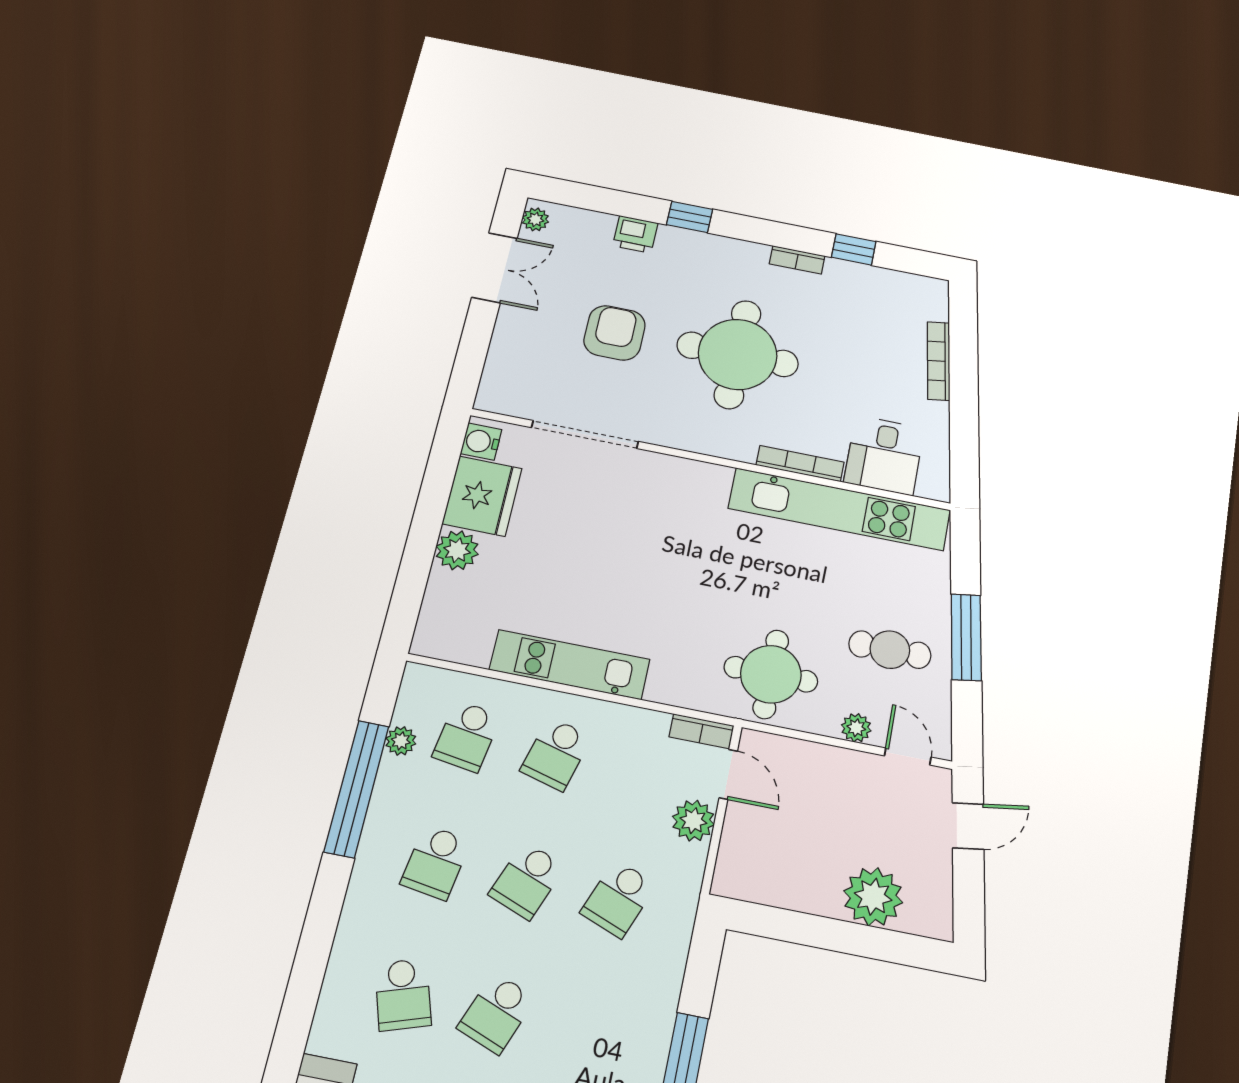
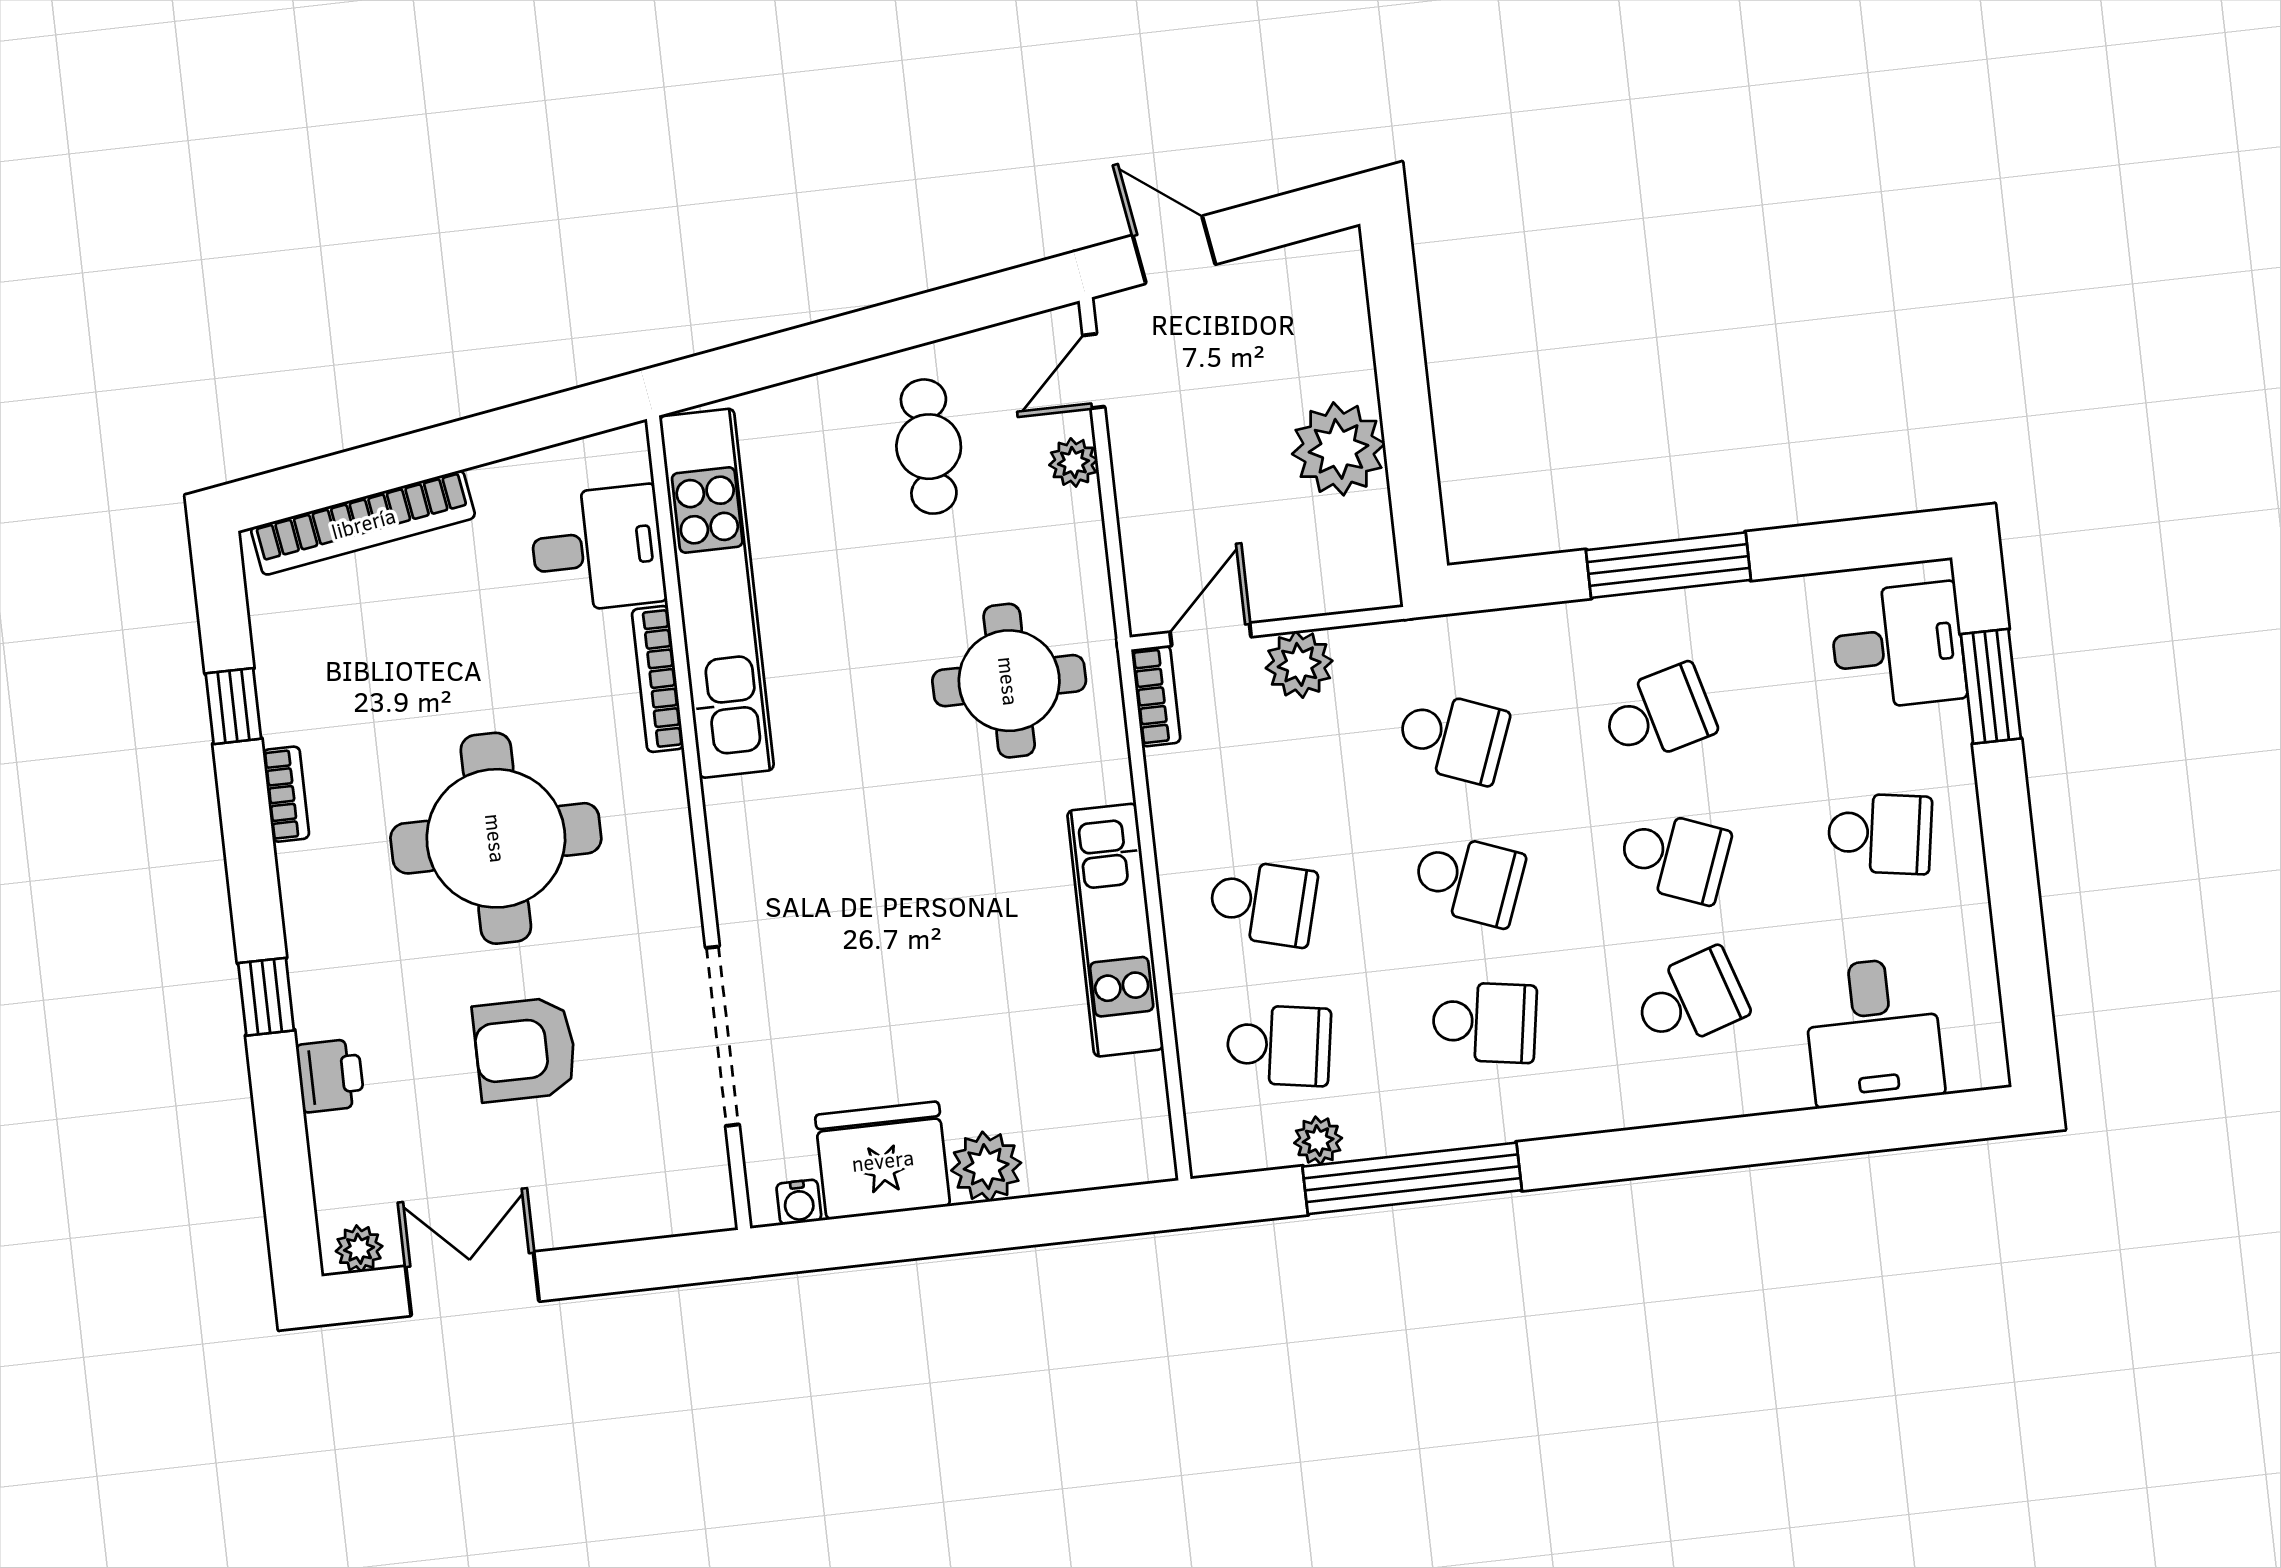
bookcase: (939, 361) -> (363, 523), width x1.48, depth x1.31
water cooler: (481, 442) -> (799, 1202), width x0.72, depth x0.72
window: (966, 637) -> (869, 333), removed
round table: (771, 674) -> (1009, 681), moved
plant: (873, 897) -> (1339, 449), moved
school desk: (590, 1032) -> (1658, 714), added

